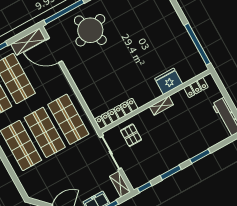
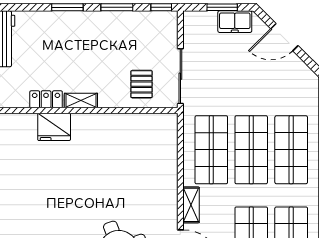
locker: (196, 87) -> (46, 99), moved
locker: (116, 114) -> (145, 122), removed
shelving: (120, 184) -> (191, 205), moved

